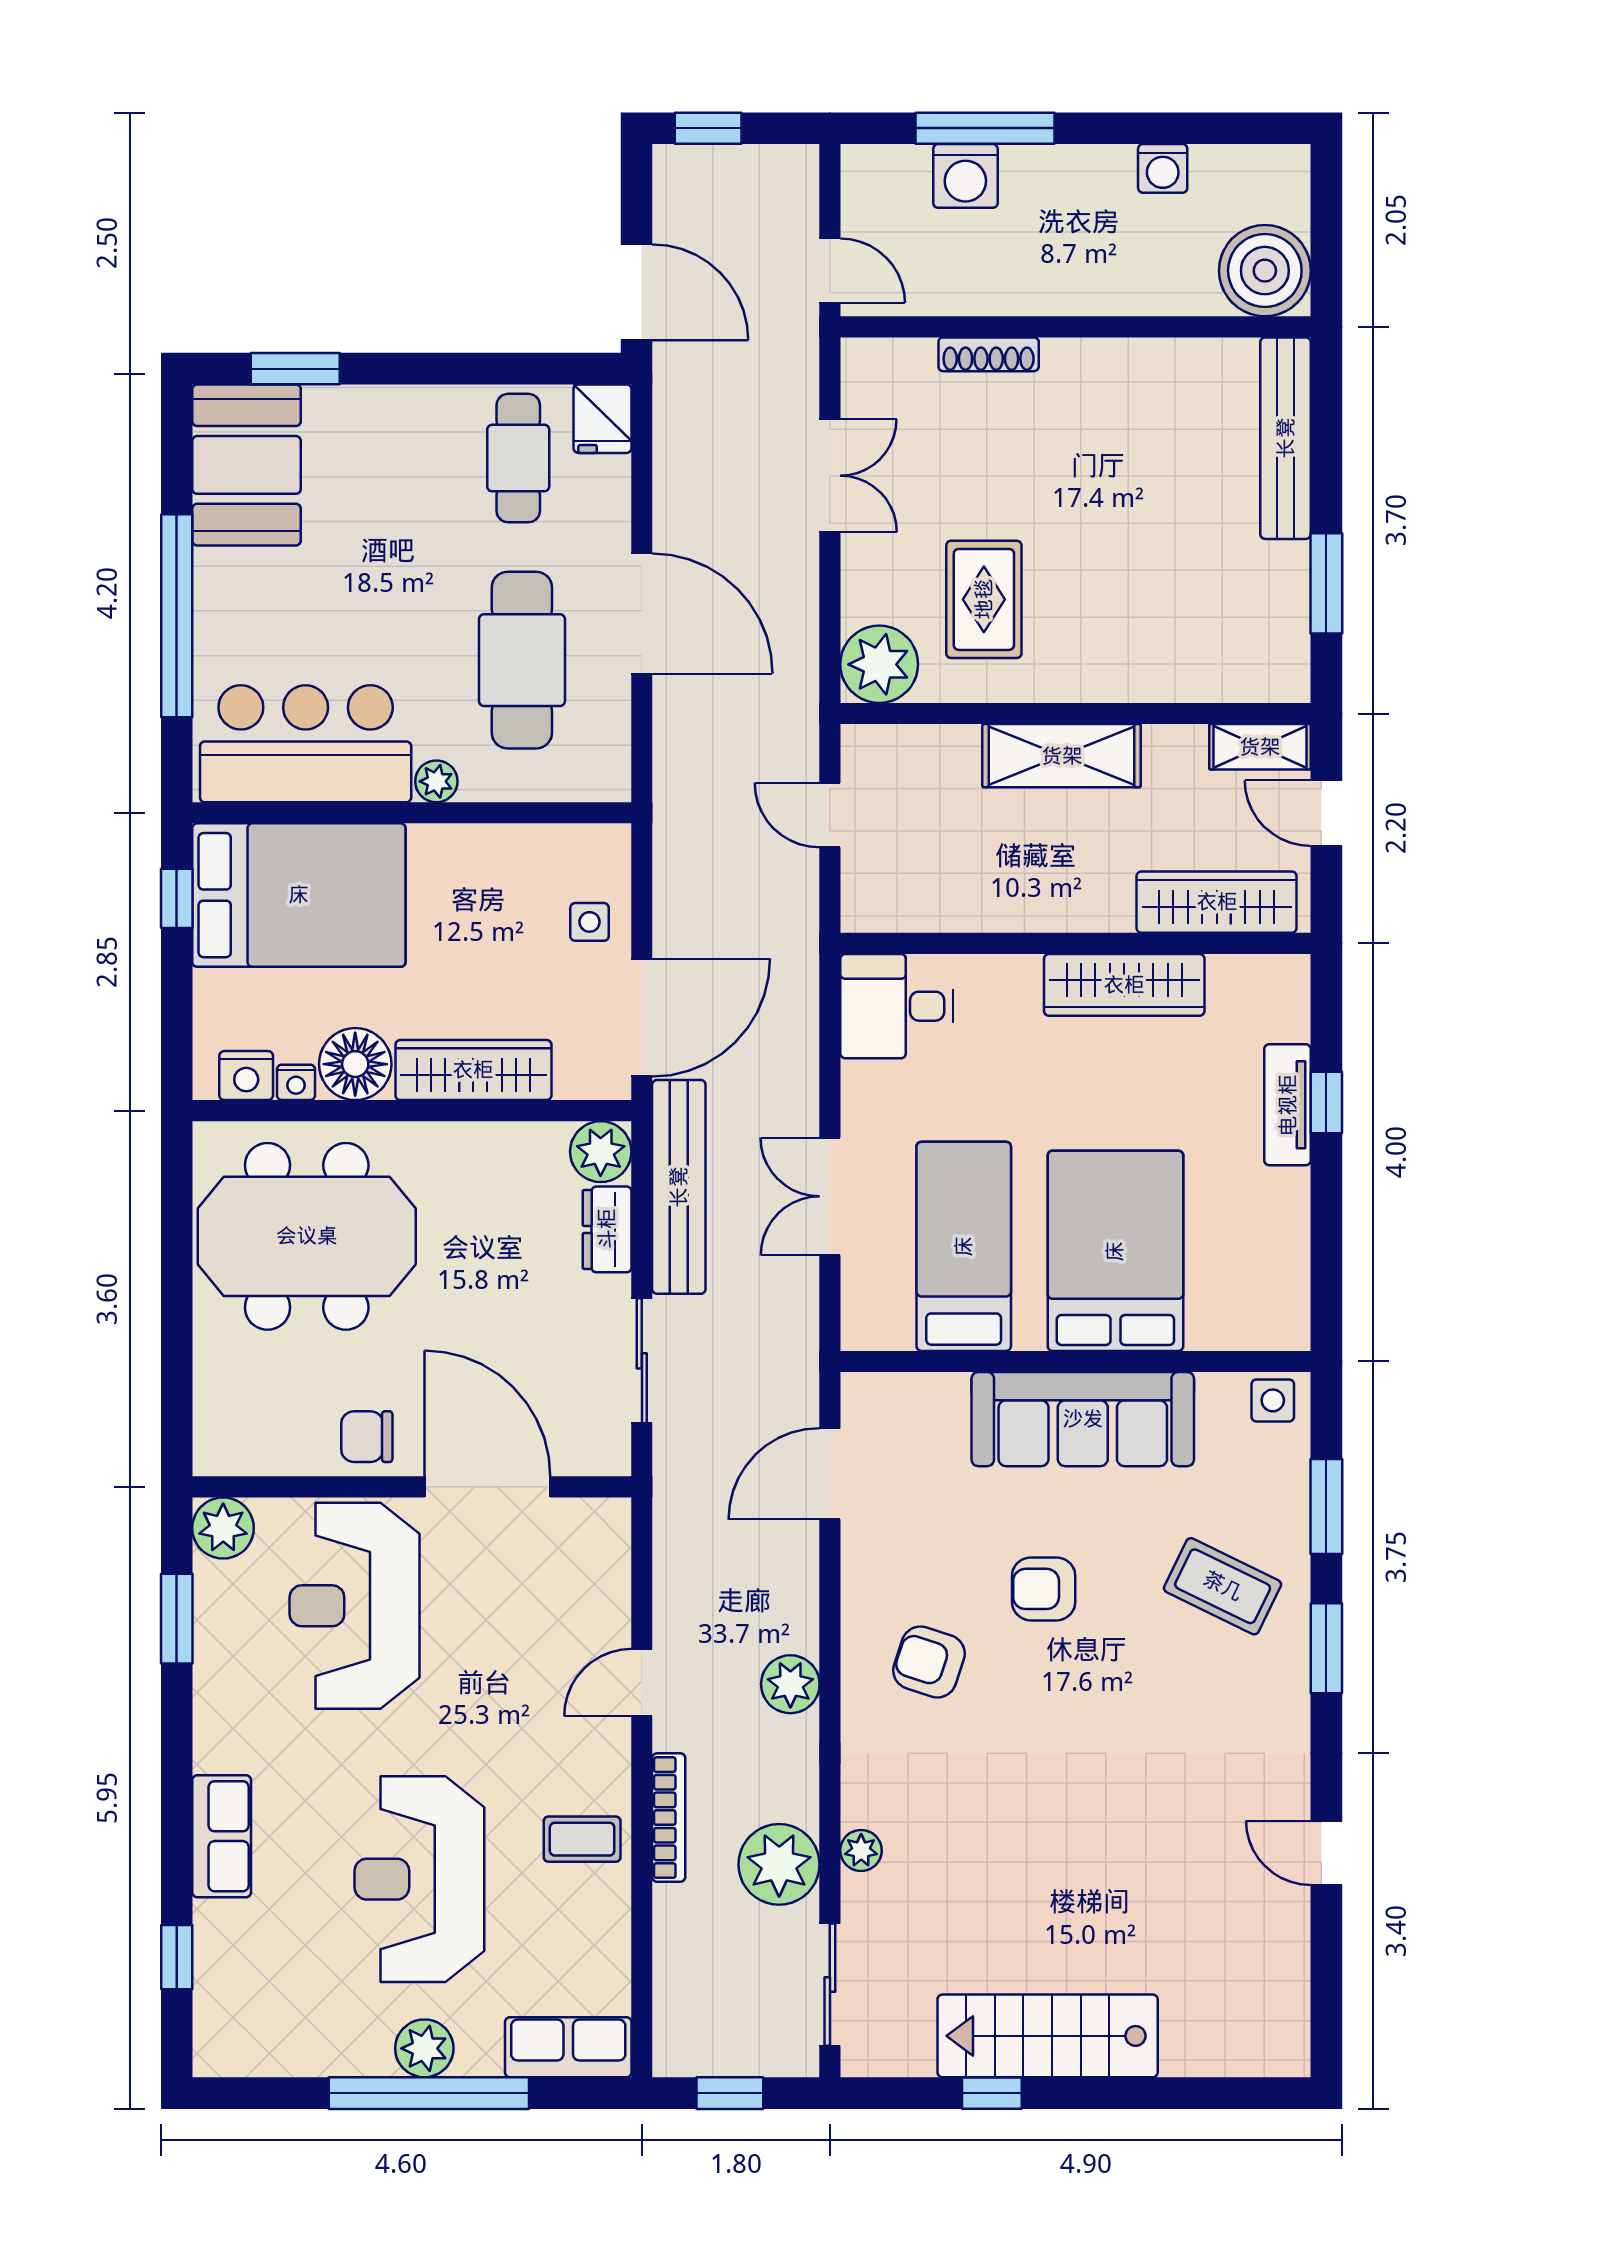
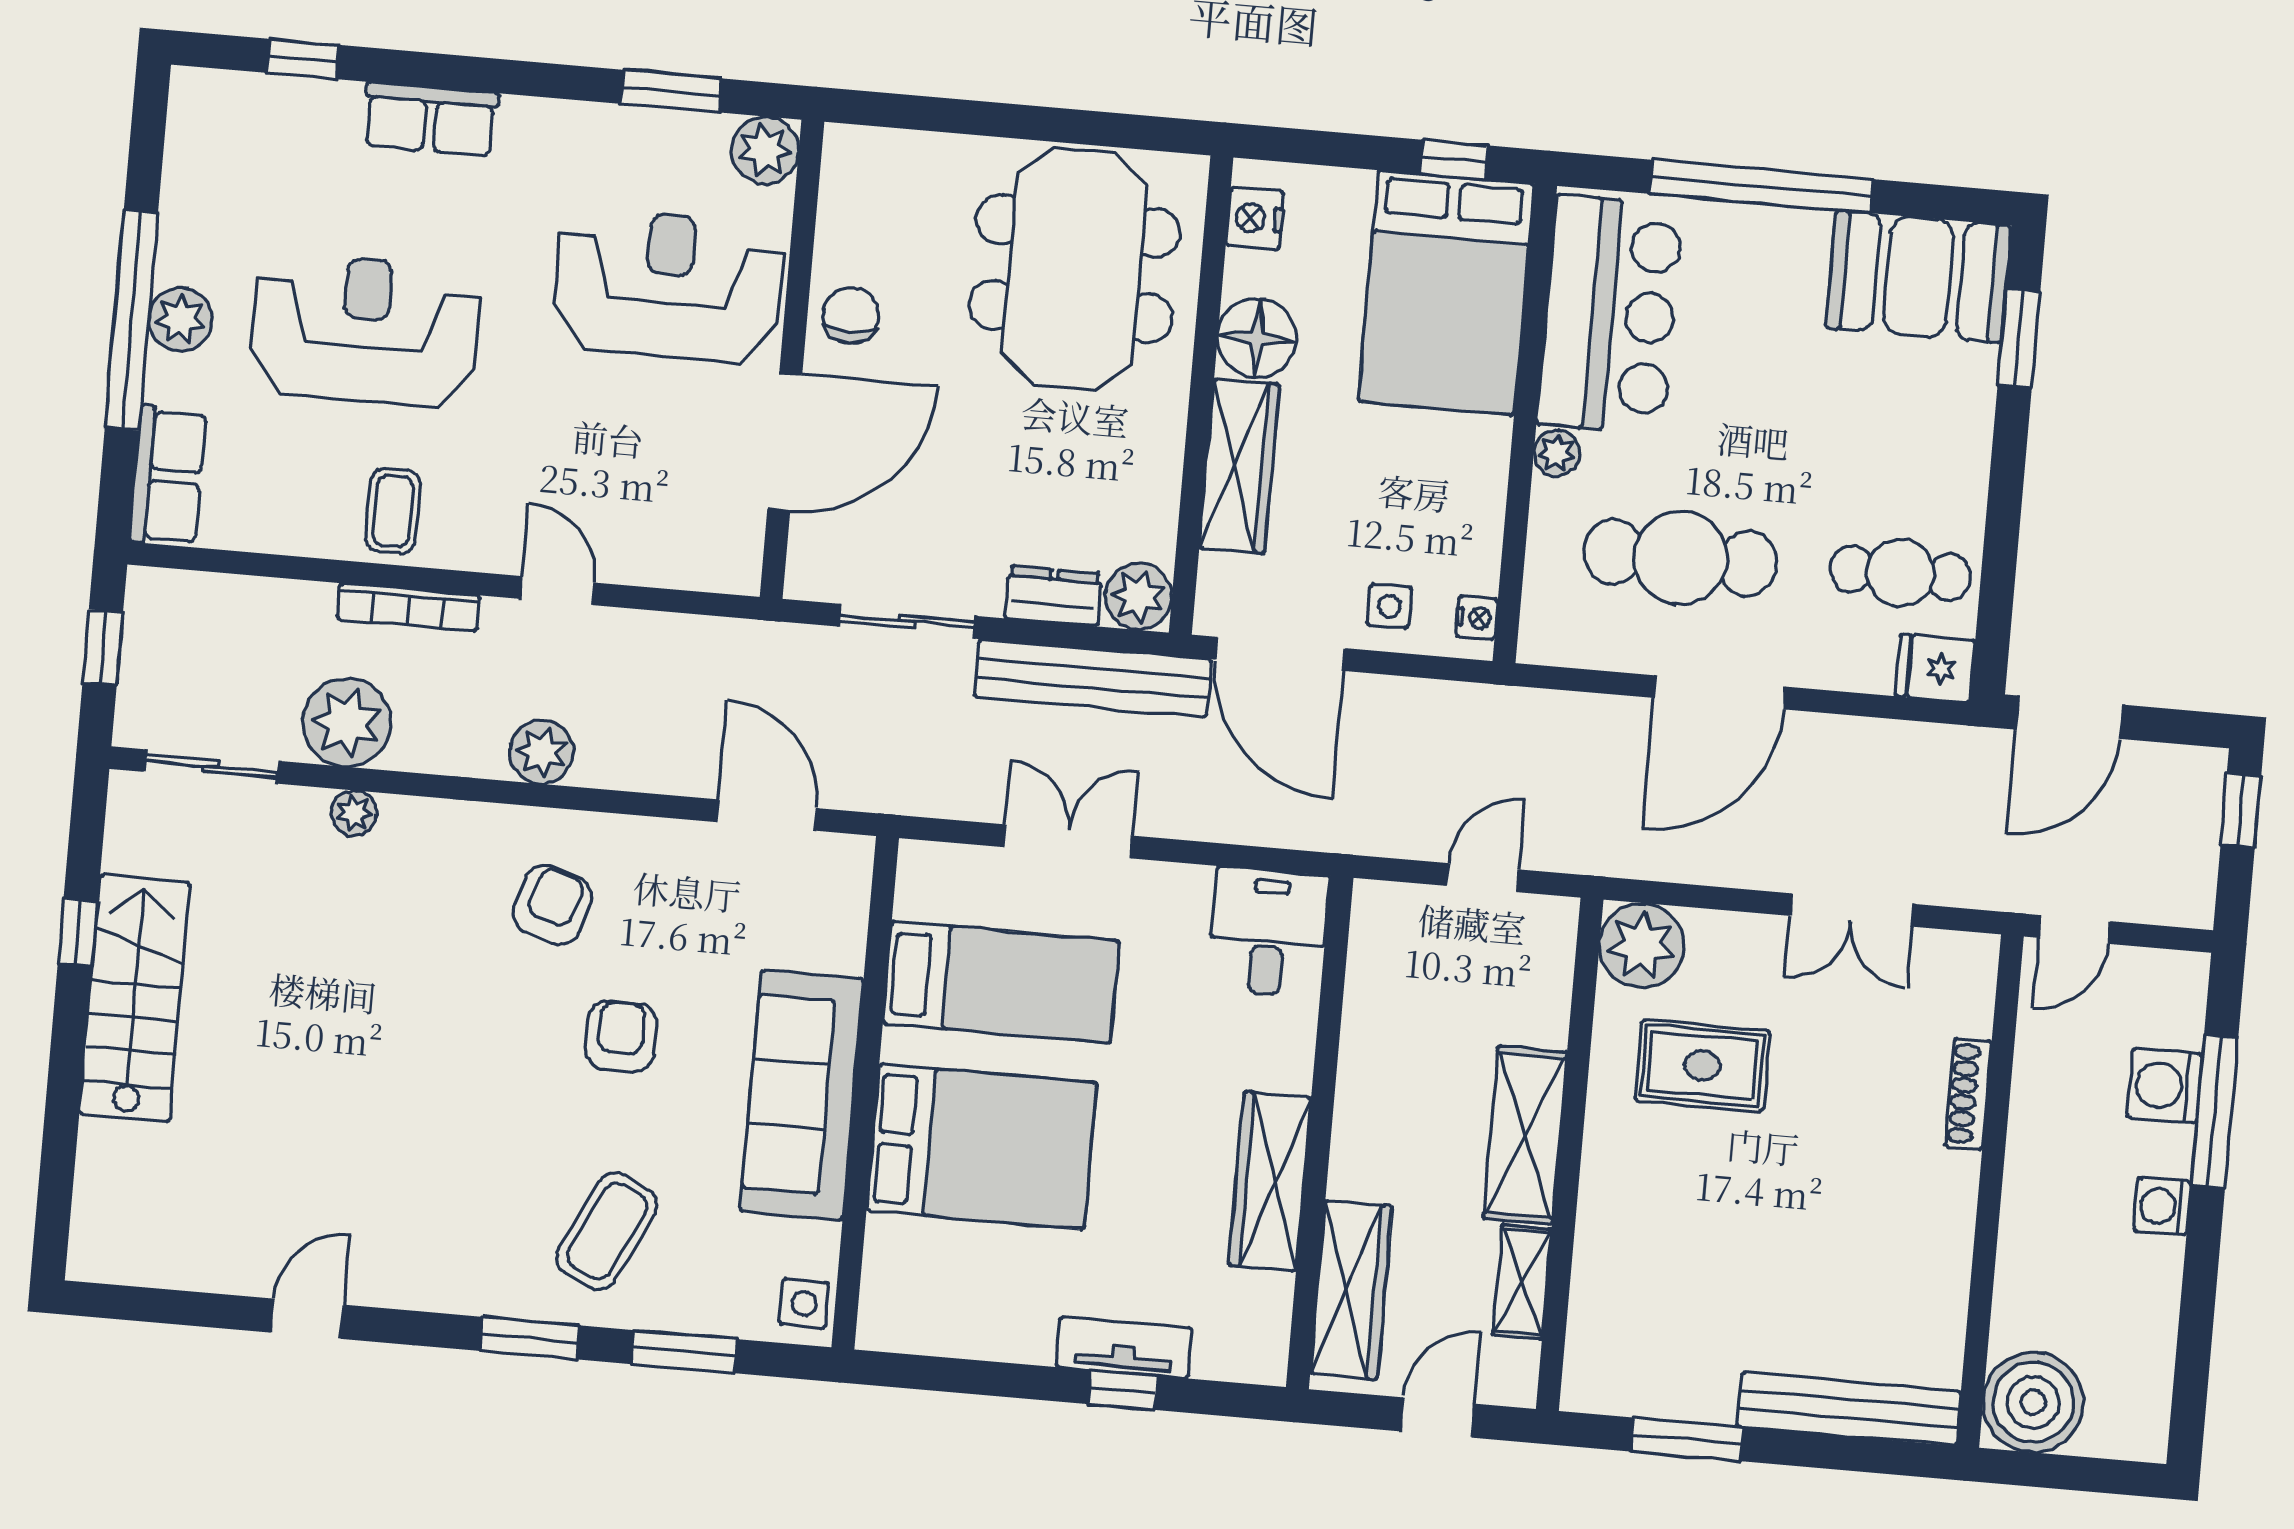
washing machine: (1163, 168) -> (2162, 1206), moved
shelving: (1260, 747) -> (1522, 1282), moved
nightstand: (296, 1082) -> (1477, 618), moved, turned 180

